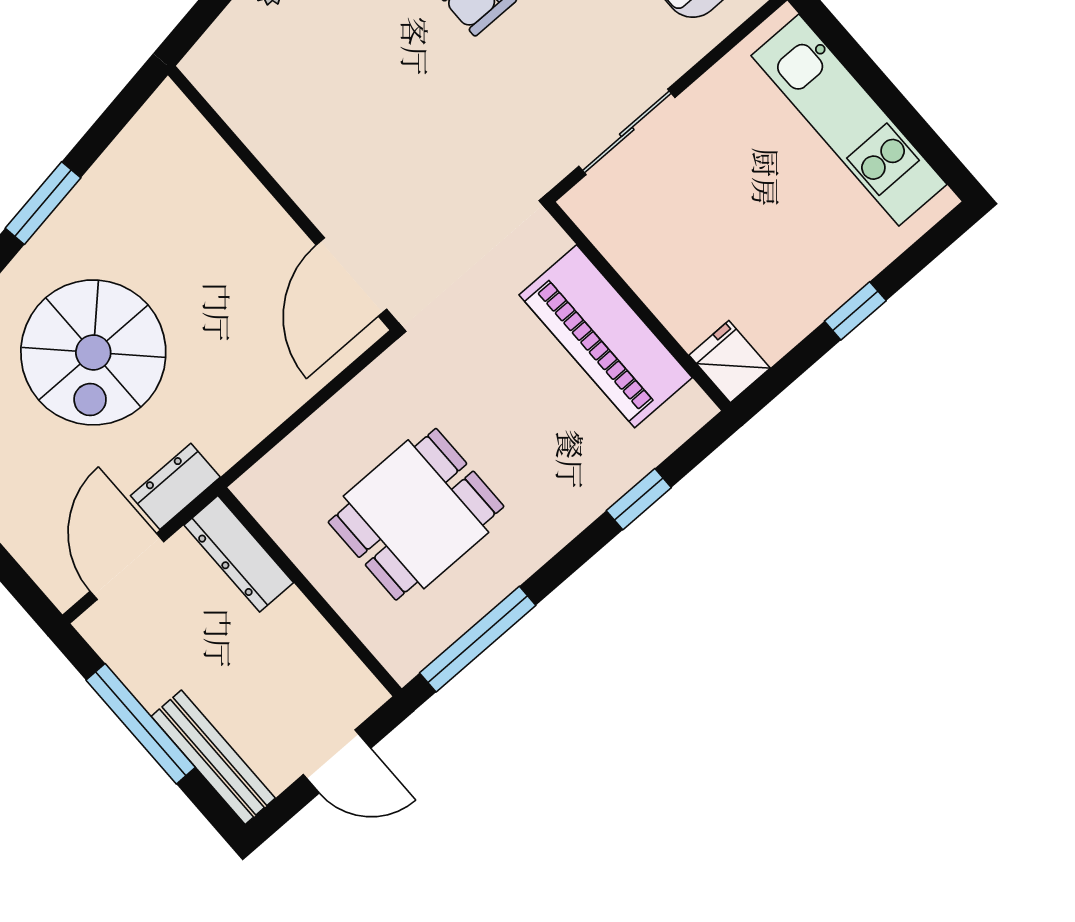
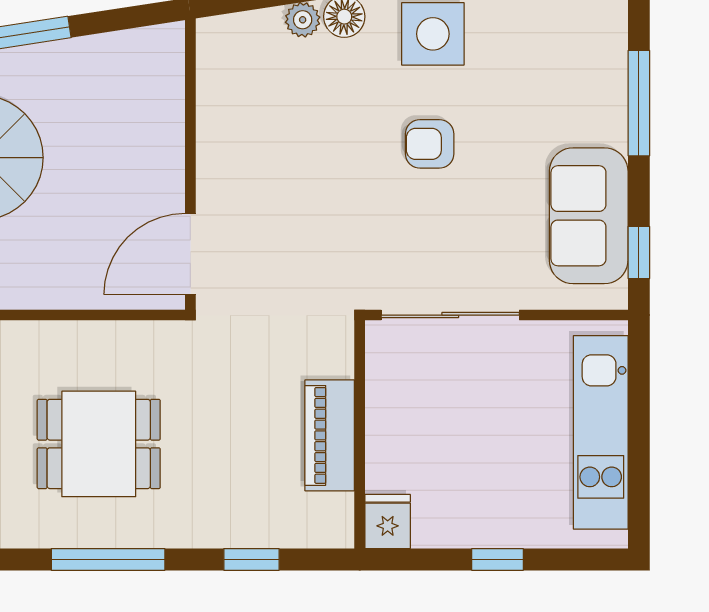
sliding door: (627, 132) -> (450, 315), width x1.37
piano: (606, 336) -> (330, 435), width x0.73, depth x0.75
window: (478, 639) -> (108, 559), moved

